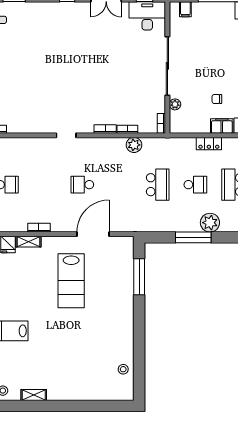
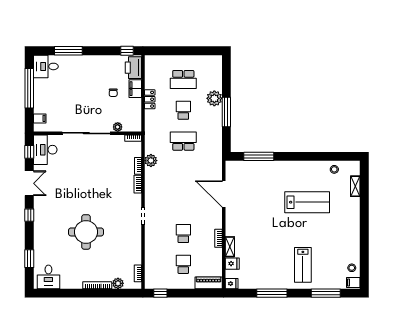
round table: (47, 66) -> (86, 232), added
school desk: (82, 185) -> (183, 234), moved, turned 180
lab bench: (71, 281) -> (307, 202), moved
shelving: (34, 395) -> (355, 186), moved

